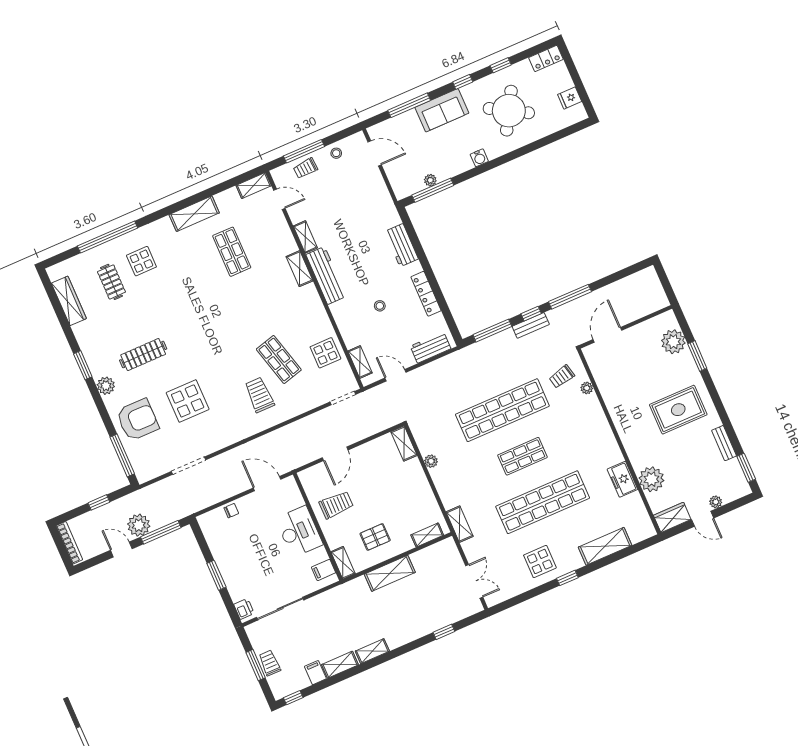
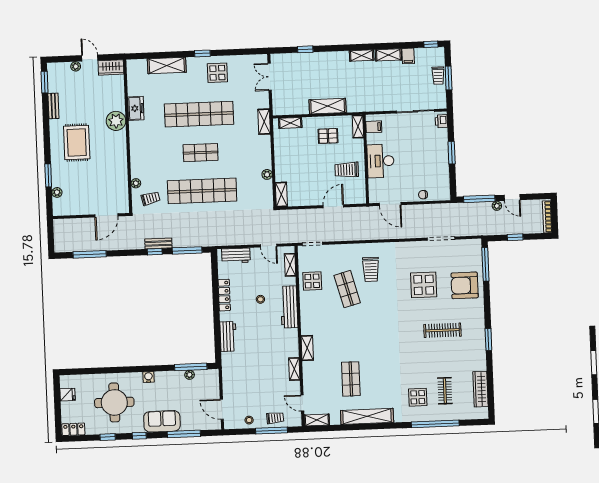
round table: (509, 111) -> (114, 402), turned -30
shelving: (194, 214) -> (367, 416), width x1.47
workbench: (326, 275) -> (289, 307), moved
window: (570, 297) -> (90, 254), moved
plant: (673, 342) -> (57, 192), width x0.53, depth x0.53
plant: (106, 386) -> (478, 318), removed
rug: (678, 410) -> (77, 142), turned 90
plant: (651, 479) -> (116, 121), moved
plant: (139, 525) -> (497, 206), width x0.53, depth x0.53

